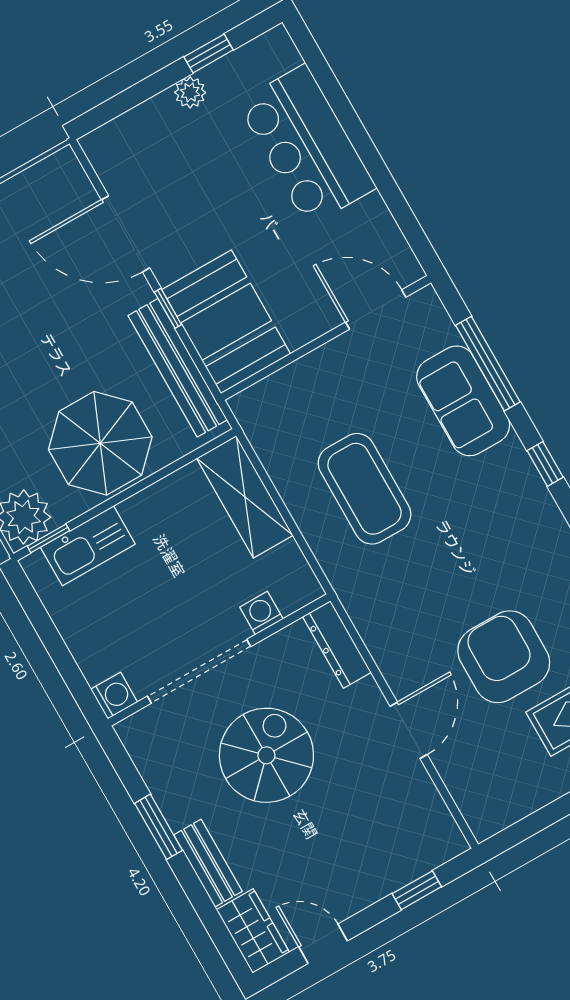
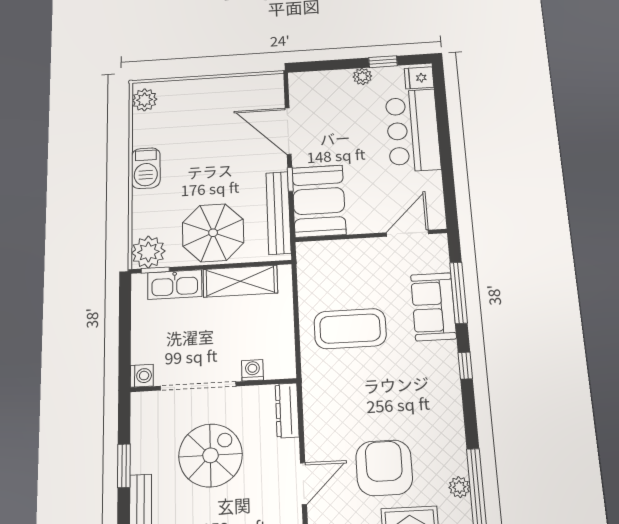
fridge: (275, 55) -> (419, 78), added
door: (376, 310) -> (407, 233), hinge flipped
coffee table: (365, 489) -> (350, 329), turned 90
shelving: (245, 497) -> (240, 281), moved, turned 90

